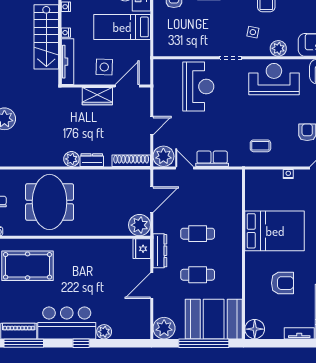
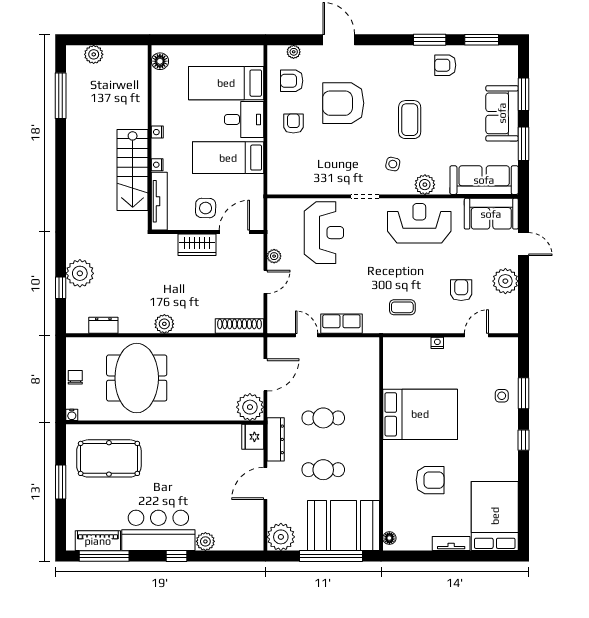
plant: (163, 156) -> (274, 256), moved, width x0.53, depth x0.53
dresser: (92, 160) -> (103, 325), moved
floor lamp: (255, 329) -> (389, 538), width x0.53, depth x0.53

